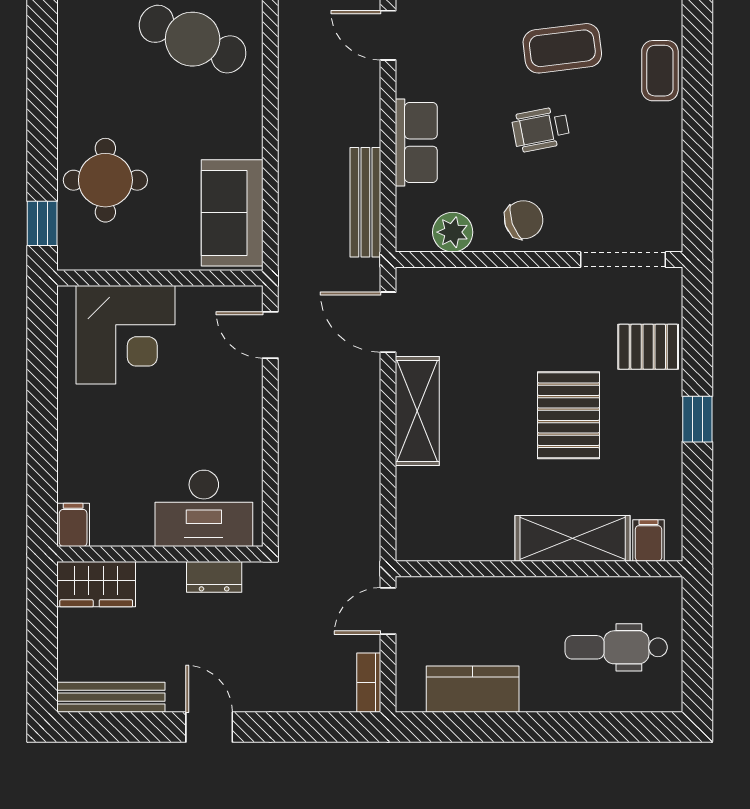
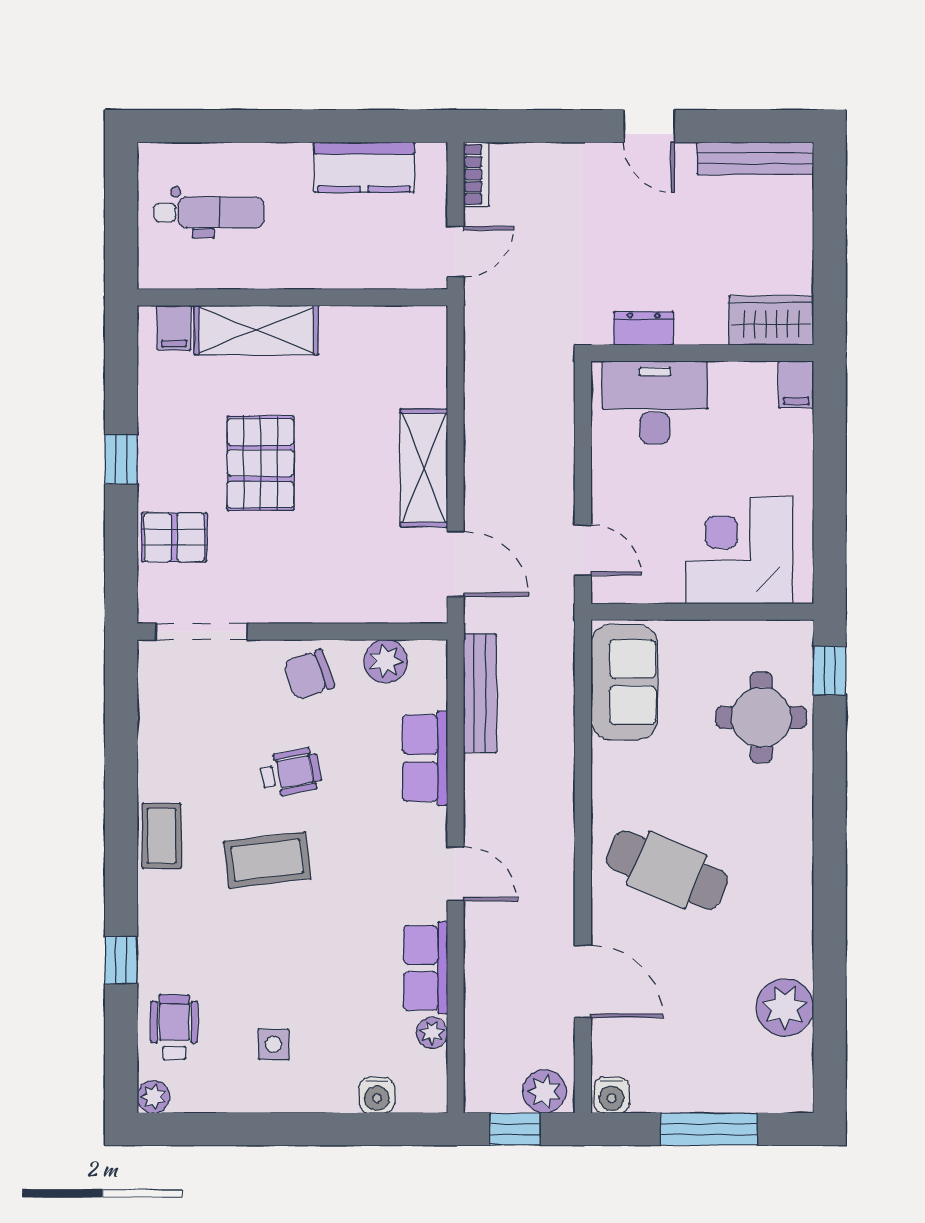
desk: (204, 508) -> (655, 402), moved
filing cabinet: (73, 525) -> (796, 384), moved
wall: (160, 554) -> (702, 353), moved
dresser: (214, 577) -> (644, 328), moved
wardrobe: (96, 584) -> (771, 320), moved

